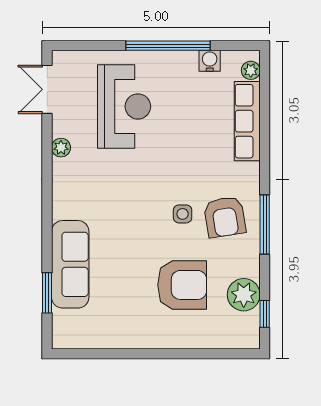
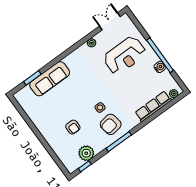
water cooler: (210, 61) -> (160, 67), moved
armchair: (182, 285) -> (73, 127), width x0.53, depth x0.53

